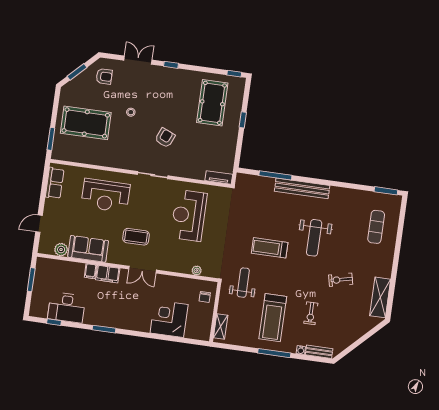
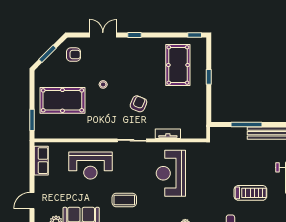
tv unit: (219, 177) -> (168, 134), moved
treadmill: (270, 248) -> (250, 193), turned 180

